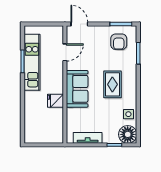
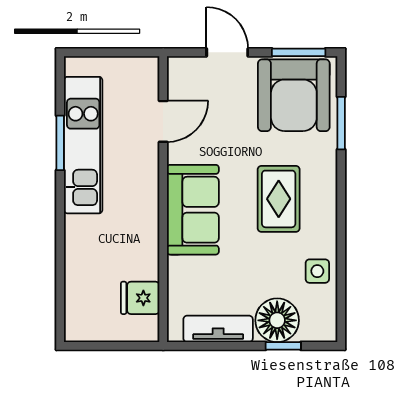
door: (79, 24) -> (227, 52), moved
armchair: (119, 42) -> (294, 95), width x1.88, depth x1.88
fridge: (55, 101) -> (140, 298), moved
floor lamp: (128, 134) -> (277, 320), moved

